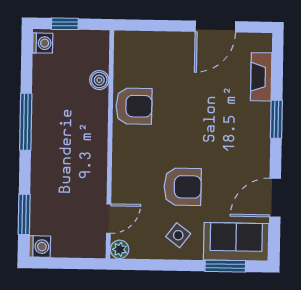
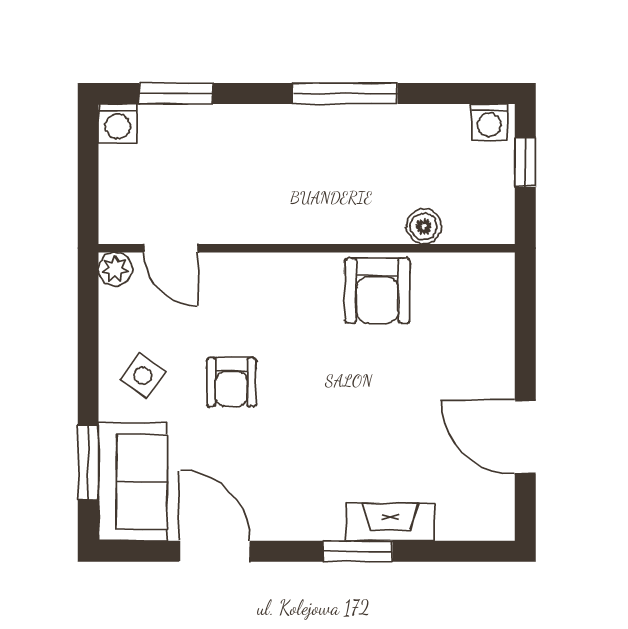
fireplace: (261, 77) -> (390, 522), moved
armchair: (183, 187) -> (231, 382), width x0.72, depth x0.72

